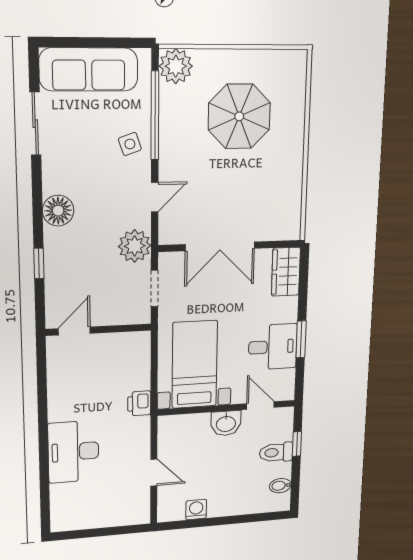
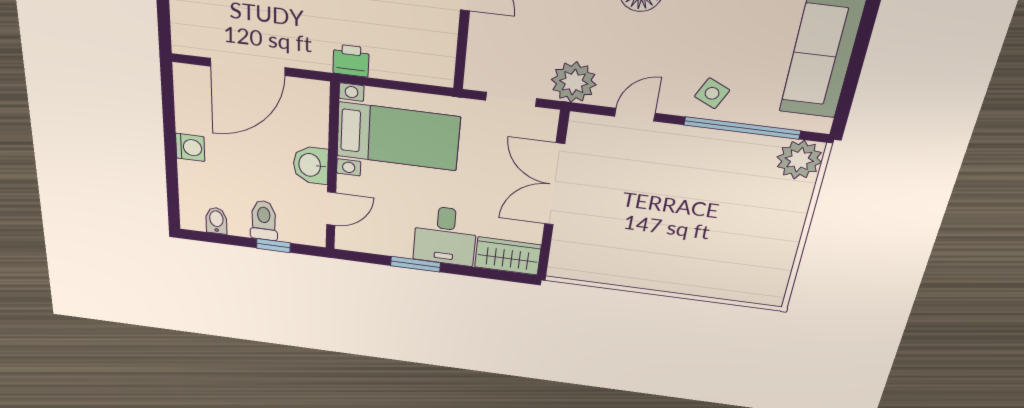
parasol: (239, 116) -> (718, 225), removed
side table: (130, 144) -> (712, 93), turned 45
door: (155, 197) -> (635, 115), swing flipped
desk: (273, 347) -> (445, 236), moved
door: (154, 472) -> (248, 67), width x1.87
washing machine: (196, 510) -> (190, 147), moved

